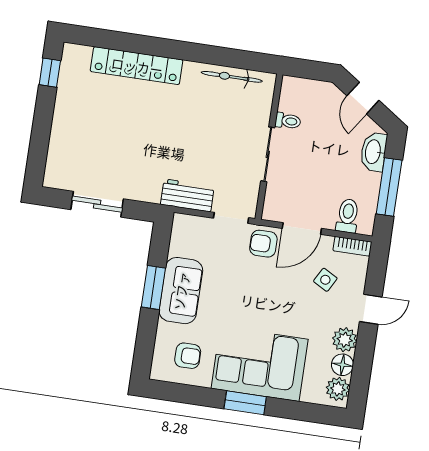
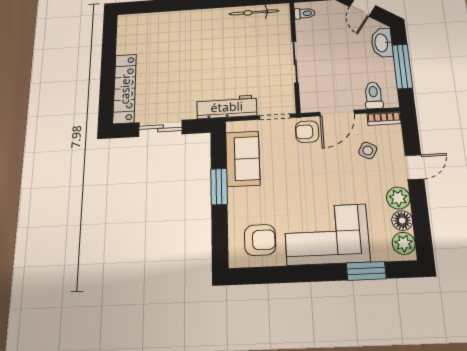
locker: (137, 66) -> (125, 89), moved, turned -90
window: (50, 73) -> (109, 38), removed
toilet: (288, 121) -> (305, 13), moved
workbench: (187, 195) -> (227, 107), width x1.37
sofa: (181, 291) -> (243, 159), moved
armchair: (188, 356) -> (260, 240), width x1.38, depth x1.38
window: (245, 403) -> (366, 271), moved

